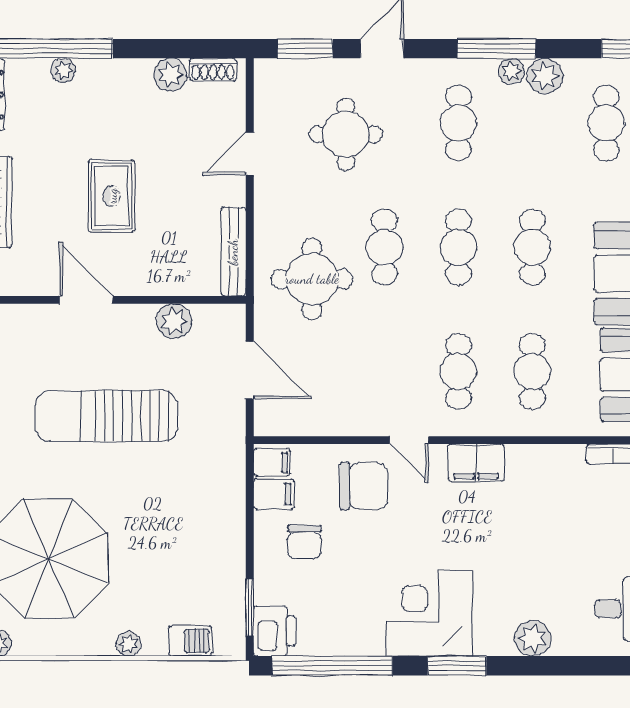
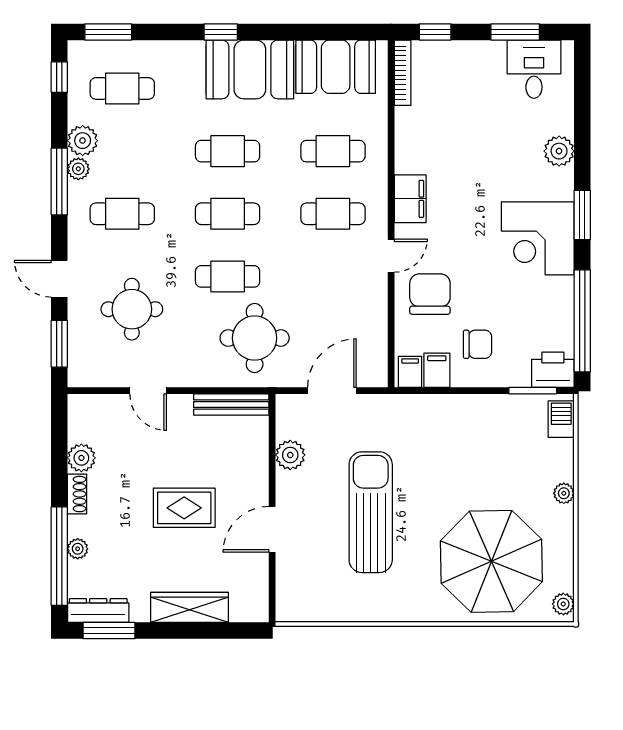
shoe rack: (213, 70) -> (77, 494), moved
sun lounger: (106, 416) -> (371, 512), turned 180
barbecue: (190, 641) -> (561, 419), moved

